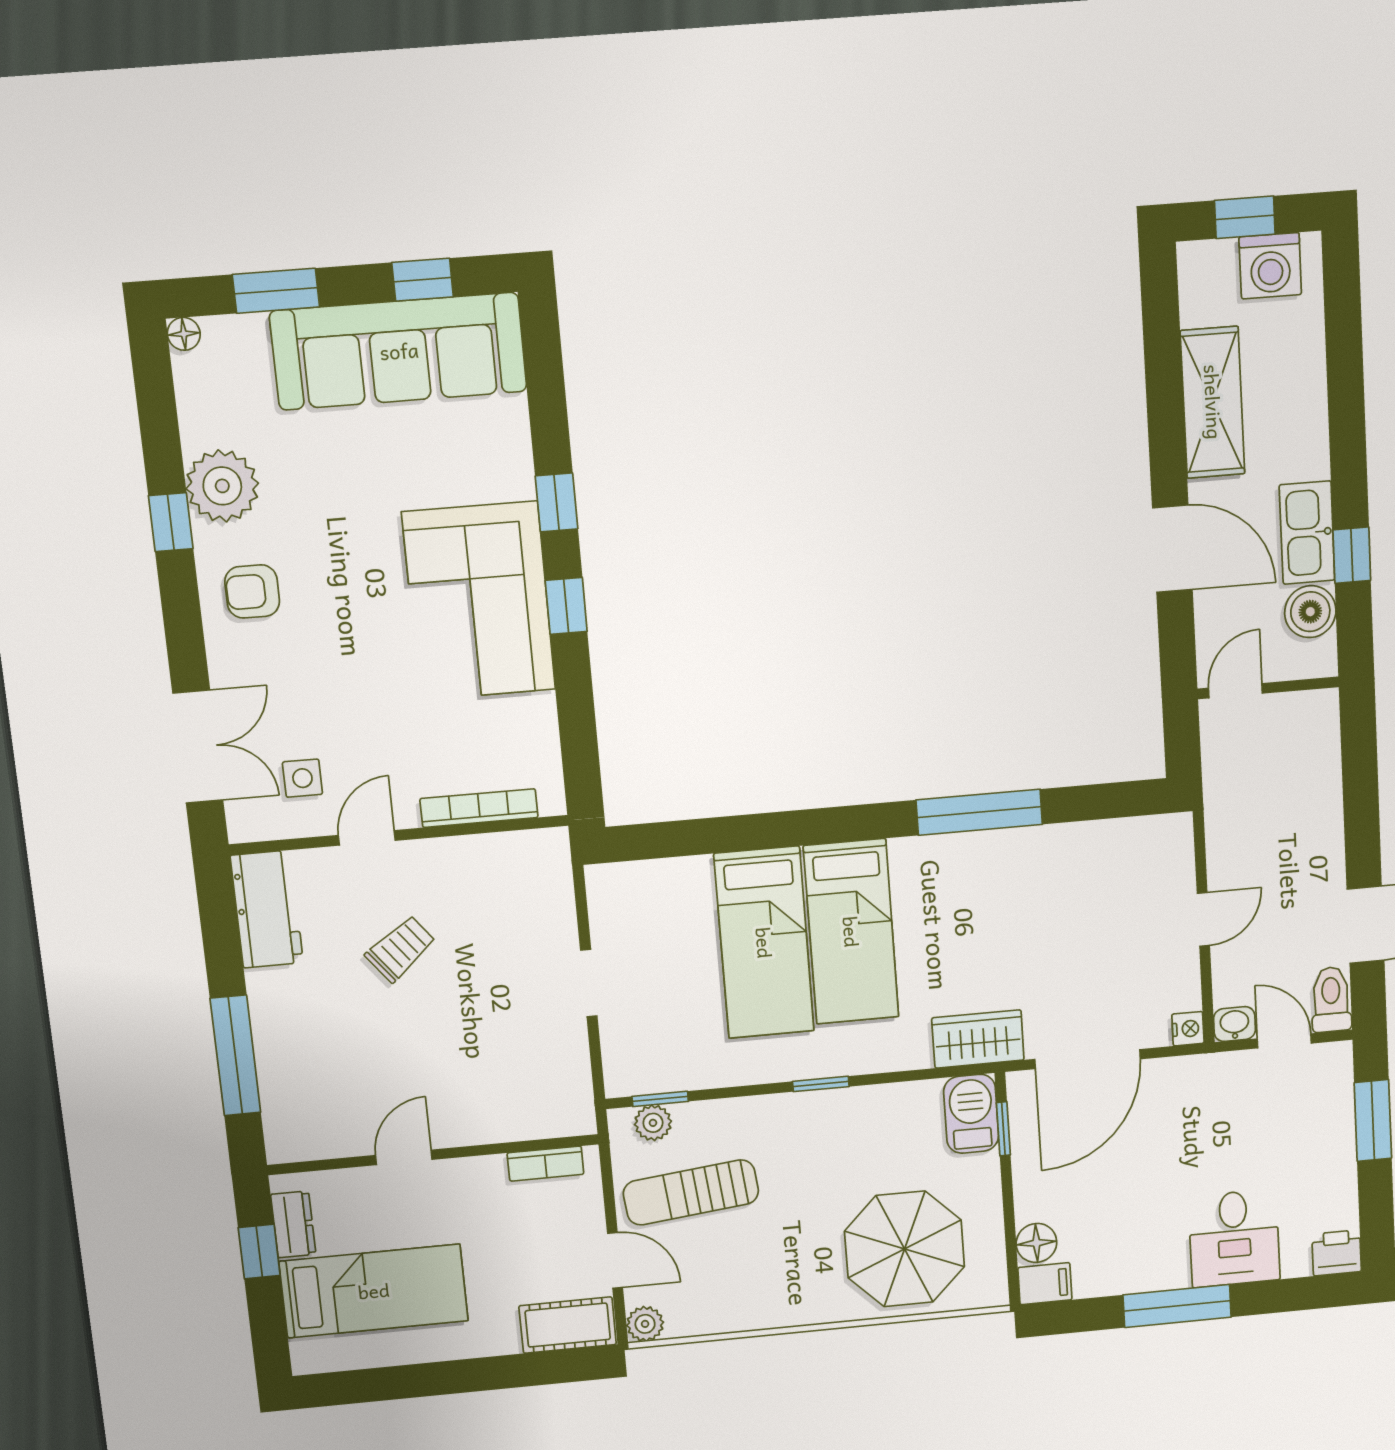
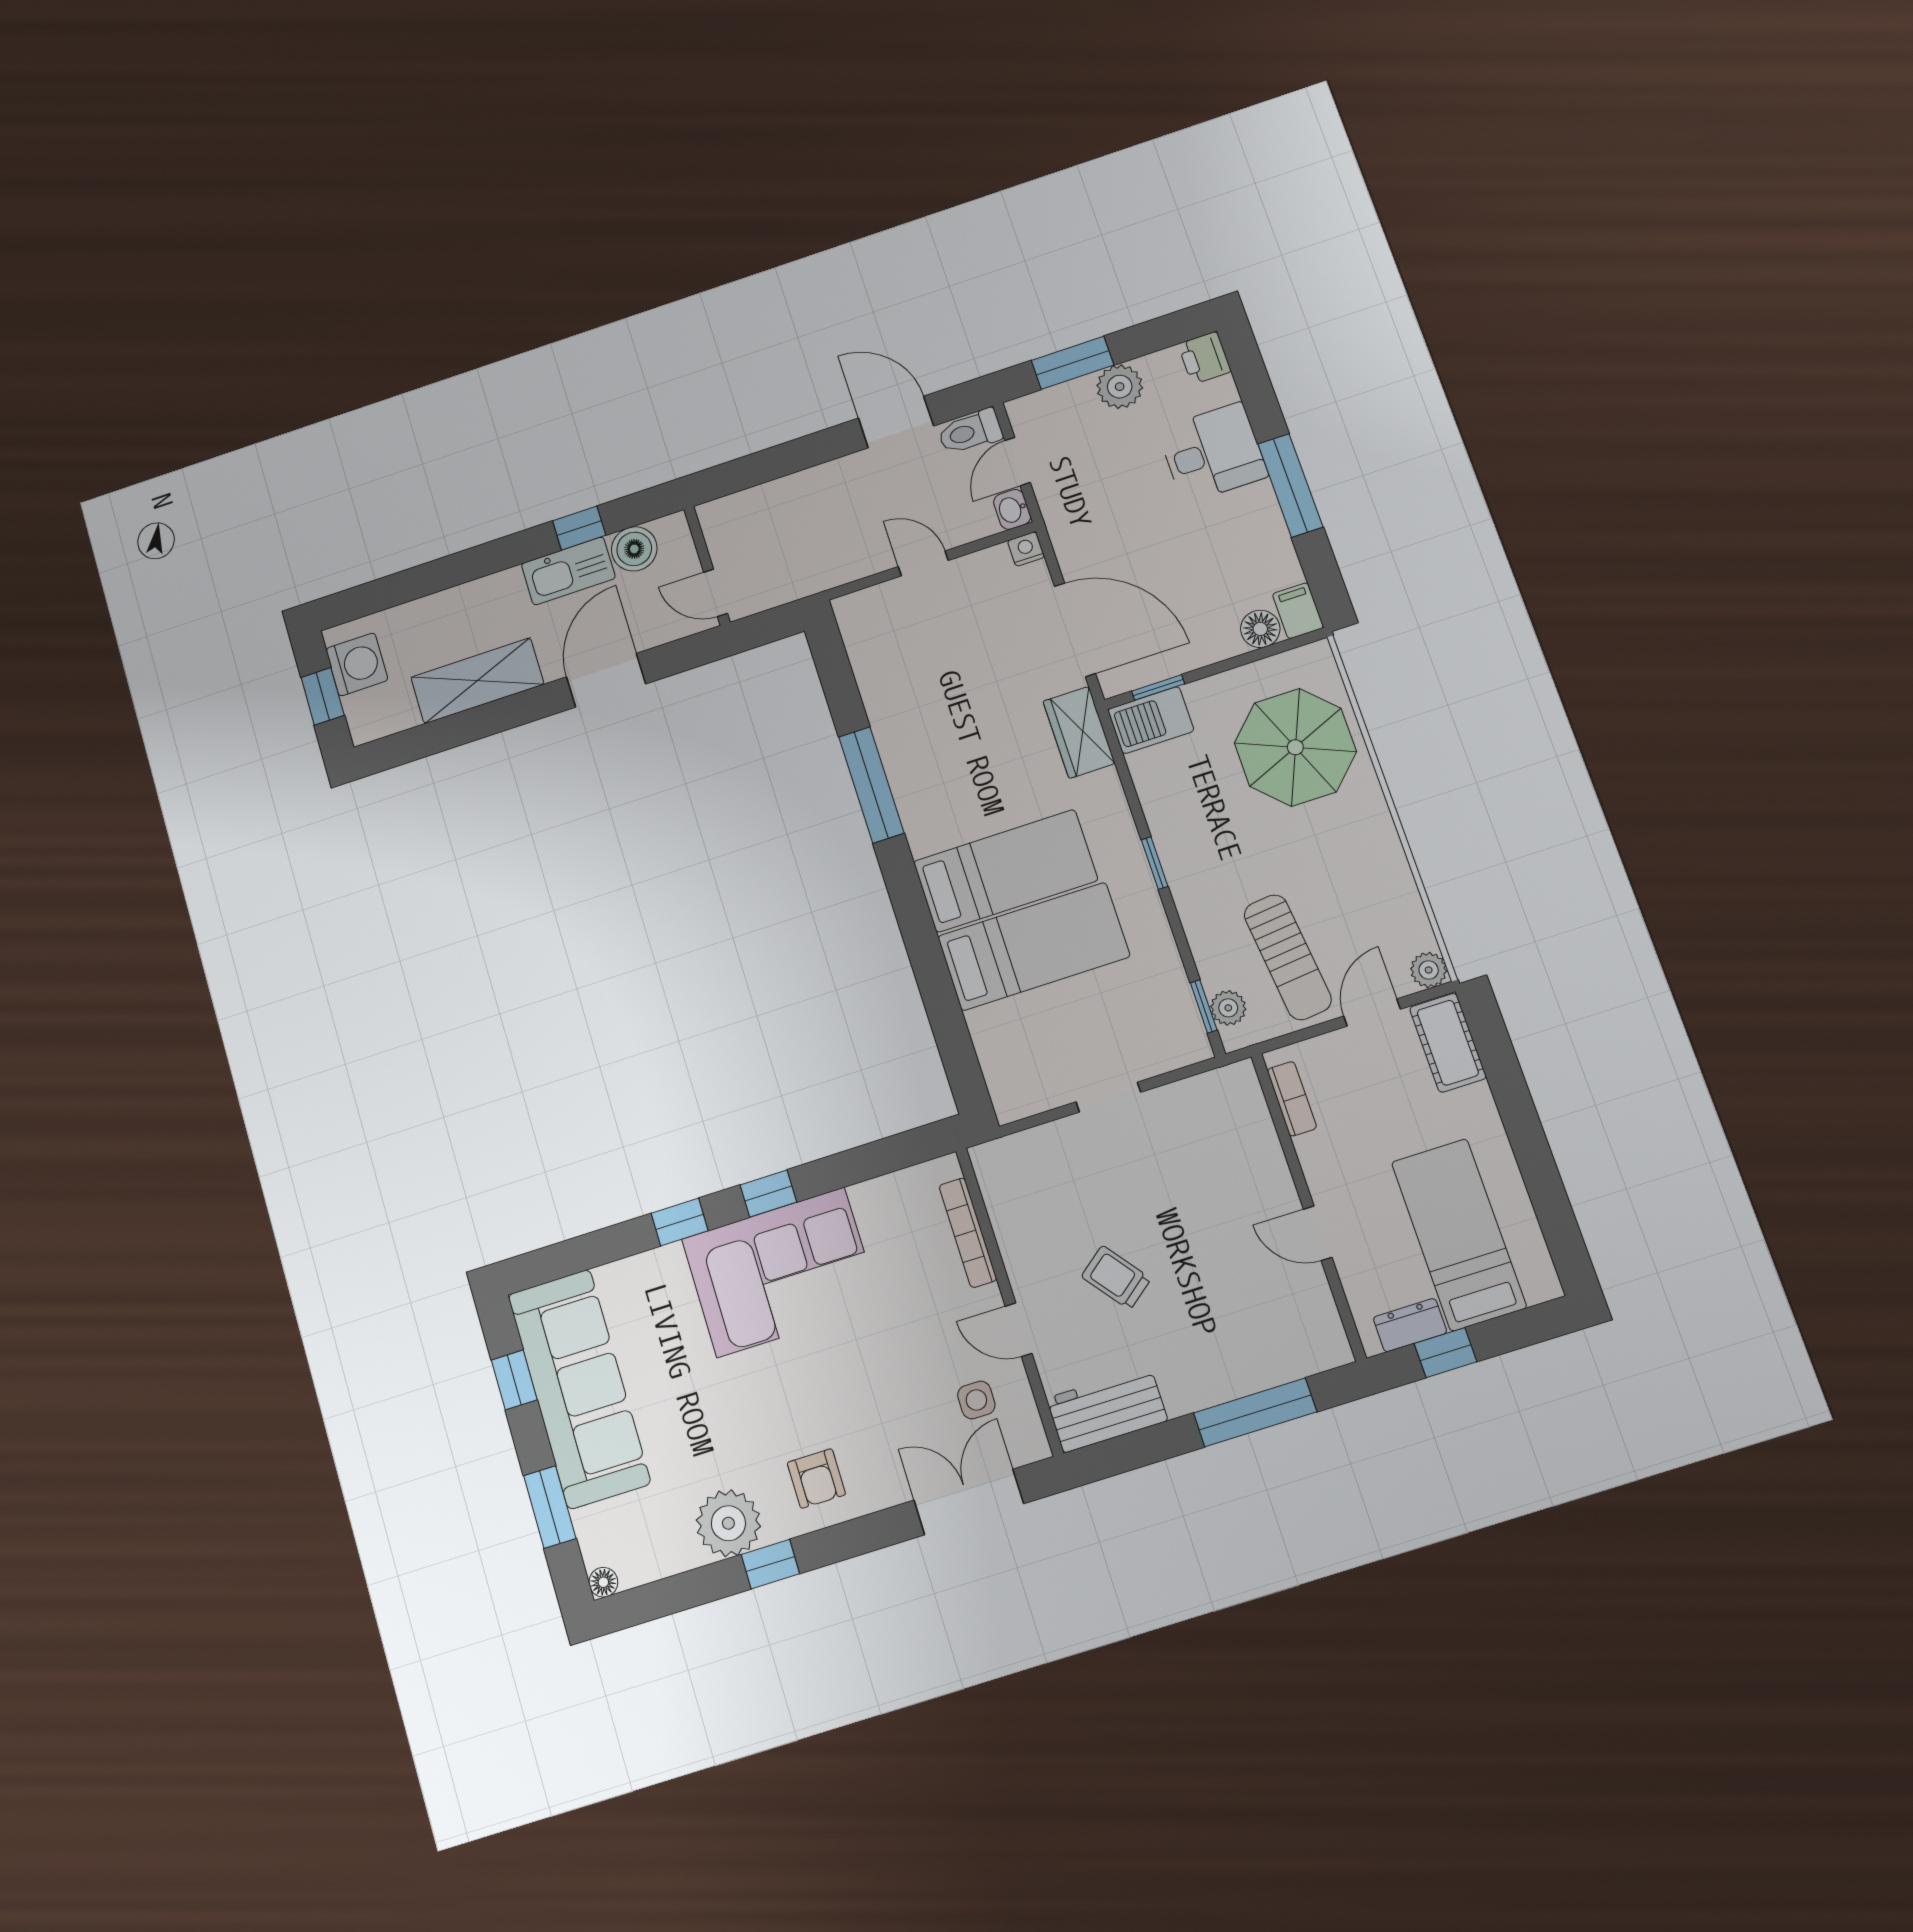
plant: (1333, 1162) -> (1120, 387), added

